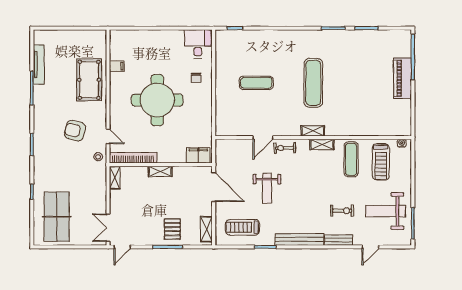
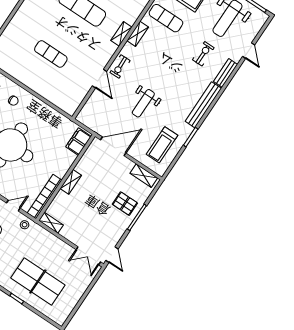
exercise mat: (256, 83) -> (51, 54), turned 90
weight bench: (267, 188) -> (143, 103), turned 90
table tennis table: (57, 217) -> (38, 282), moved

